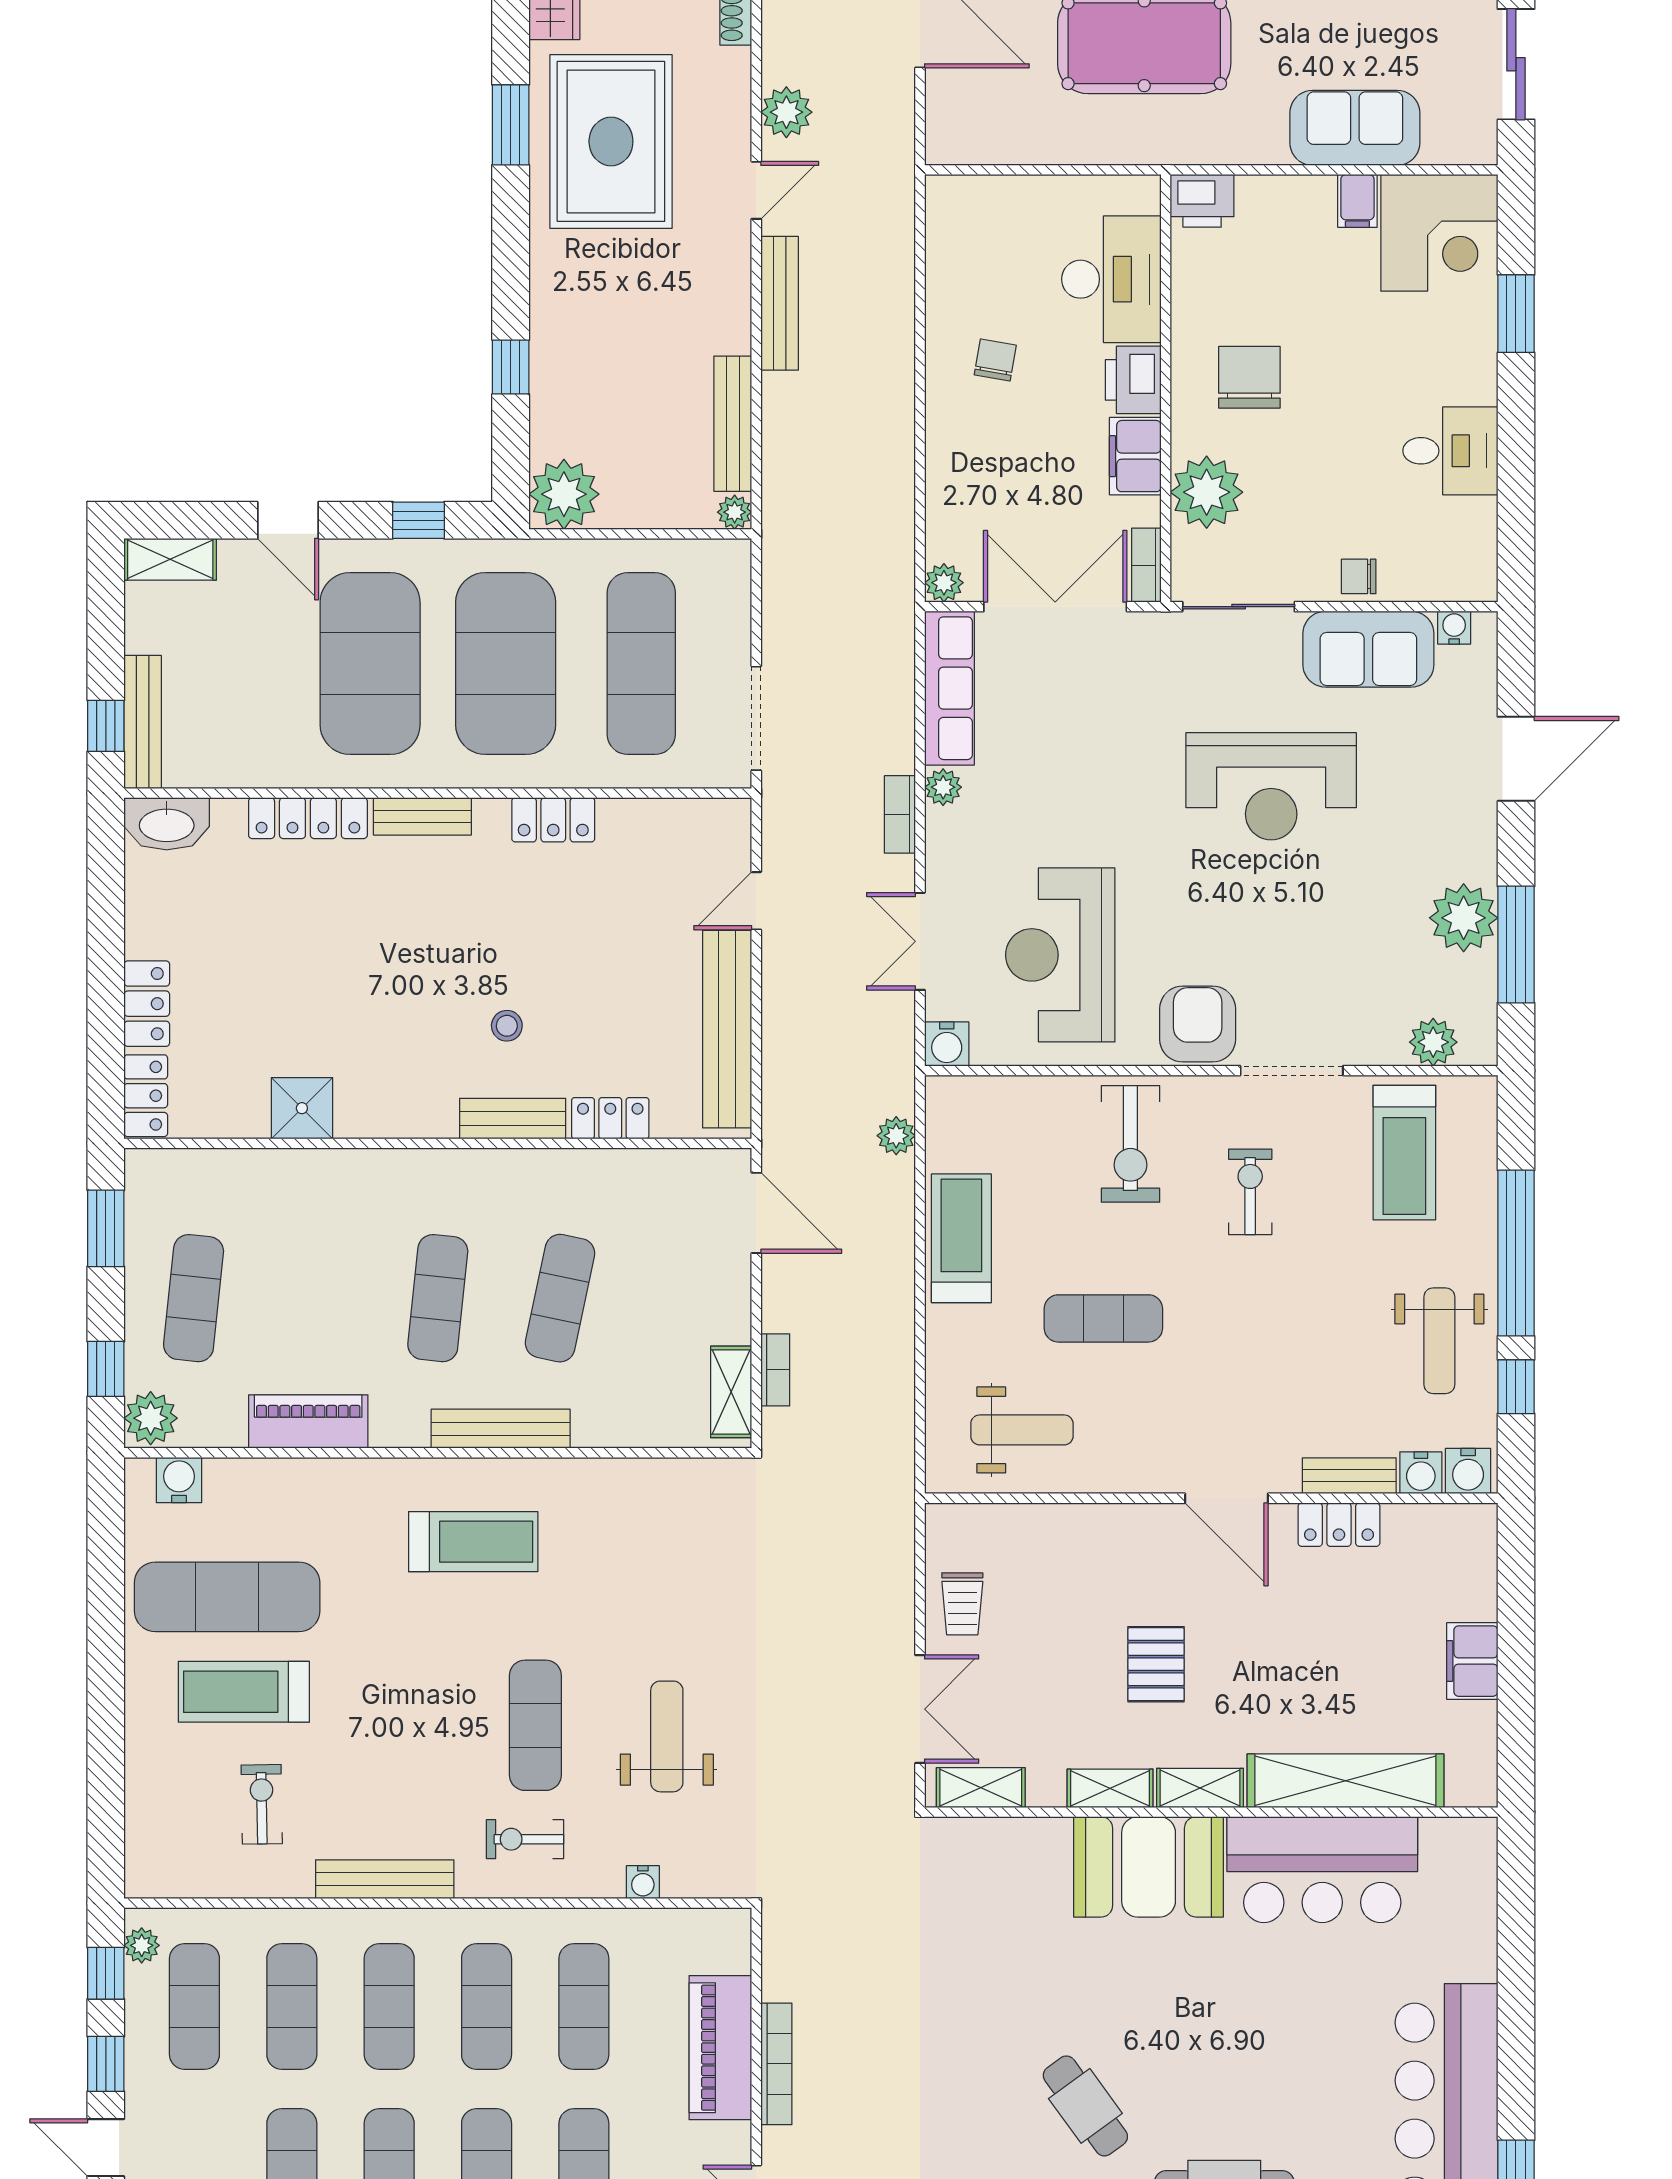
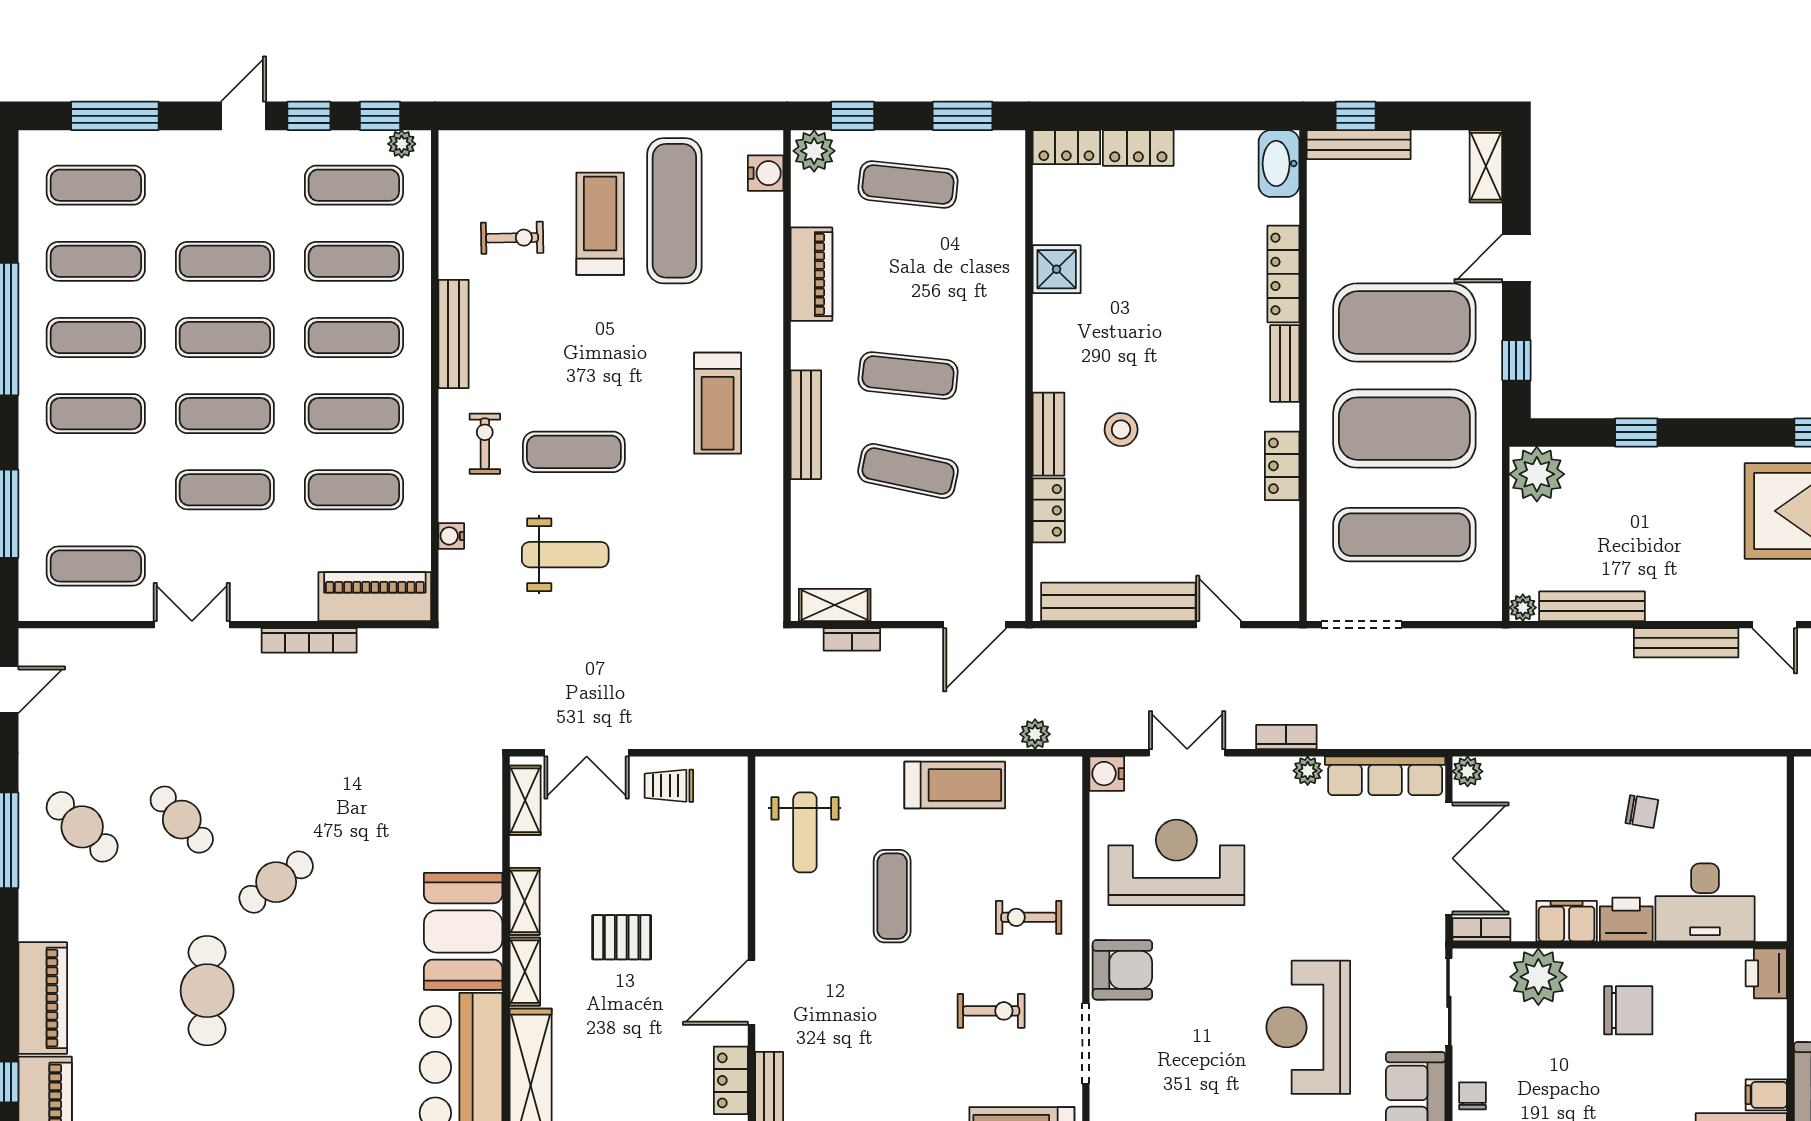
stool: (507, 1026) -> (1121, 430), width x1.37, depth x1.37
exercise bike: (1130, 1144) -> (1029, 917), width x0.73, depth x0.72
piano: (720, 2048) -> (375, 597), moved

